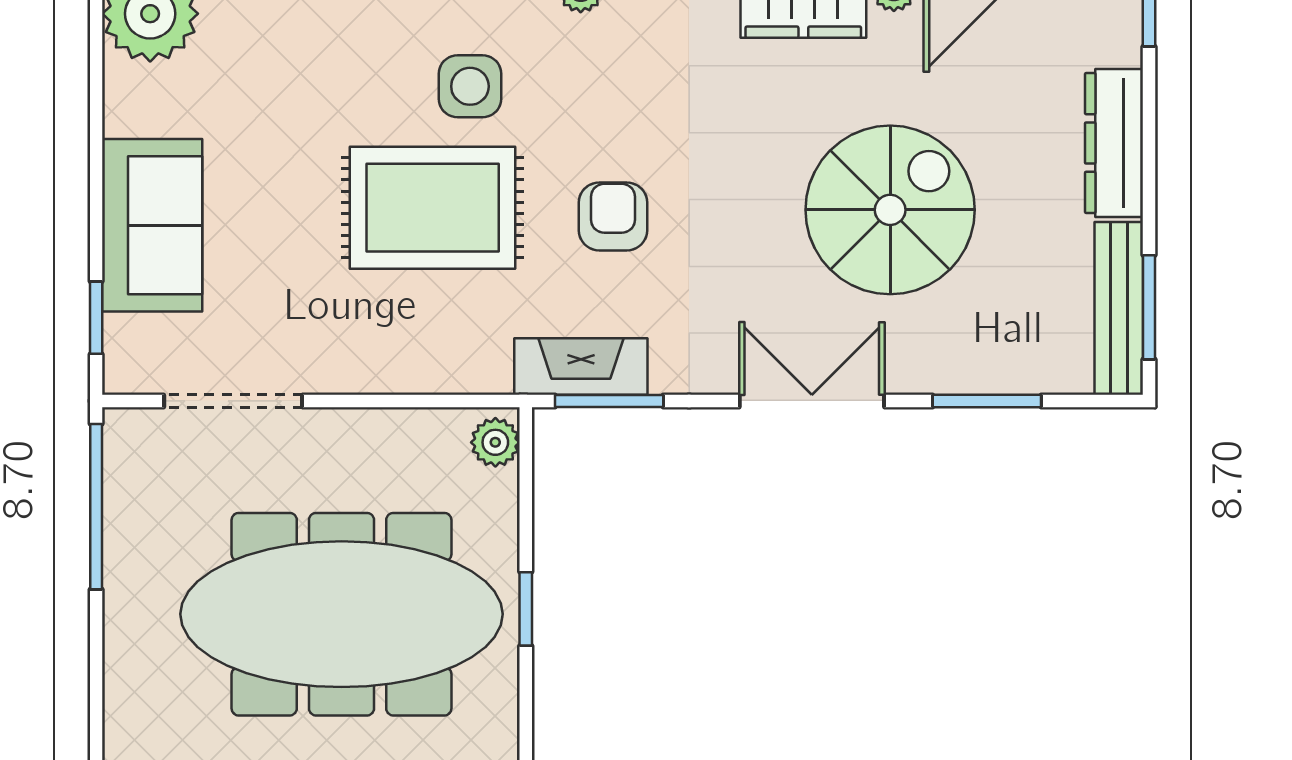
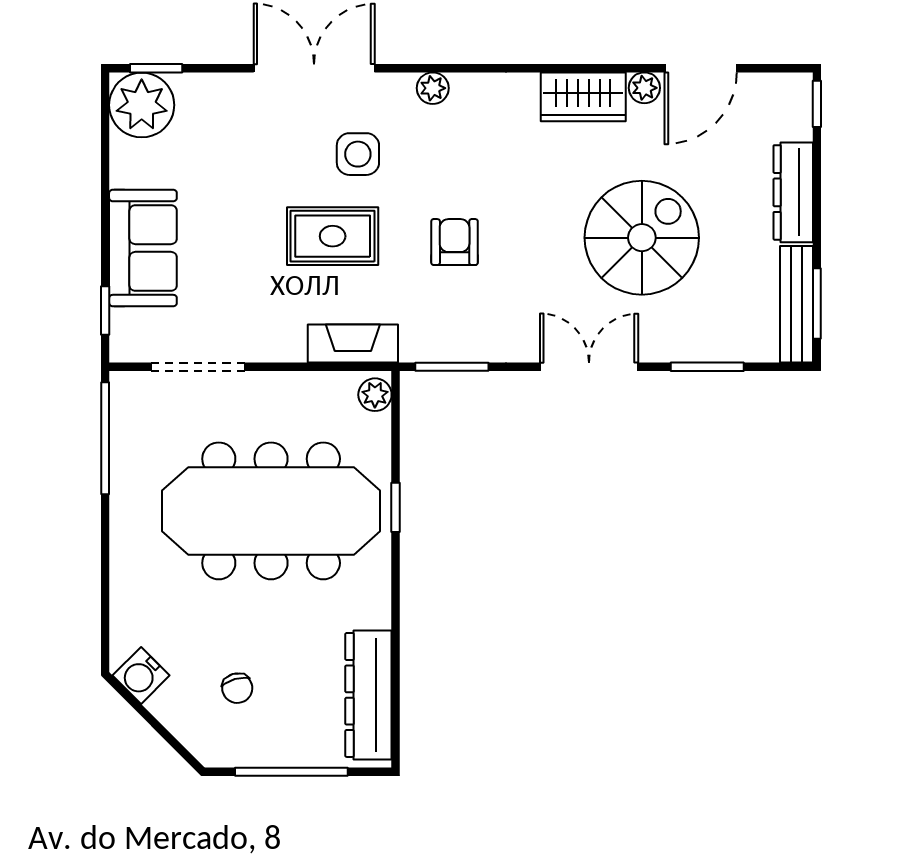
rug: (433, 208) -> (333, 236), width x0.73, depth x0.70
fireplace: (581, 366) -> (353, 343), moved

